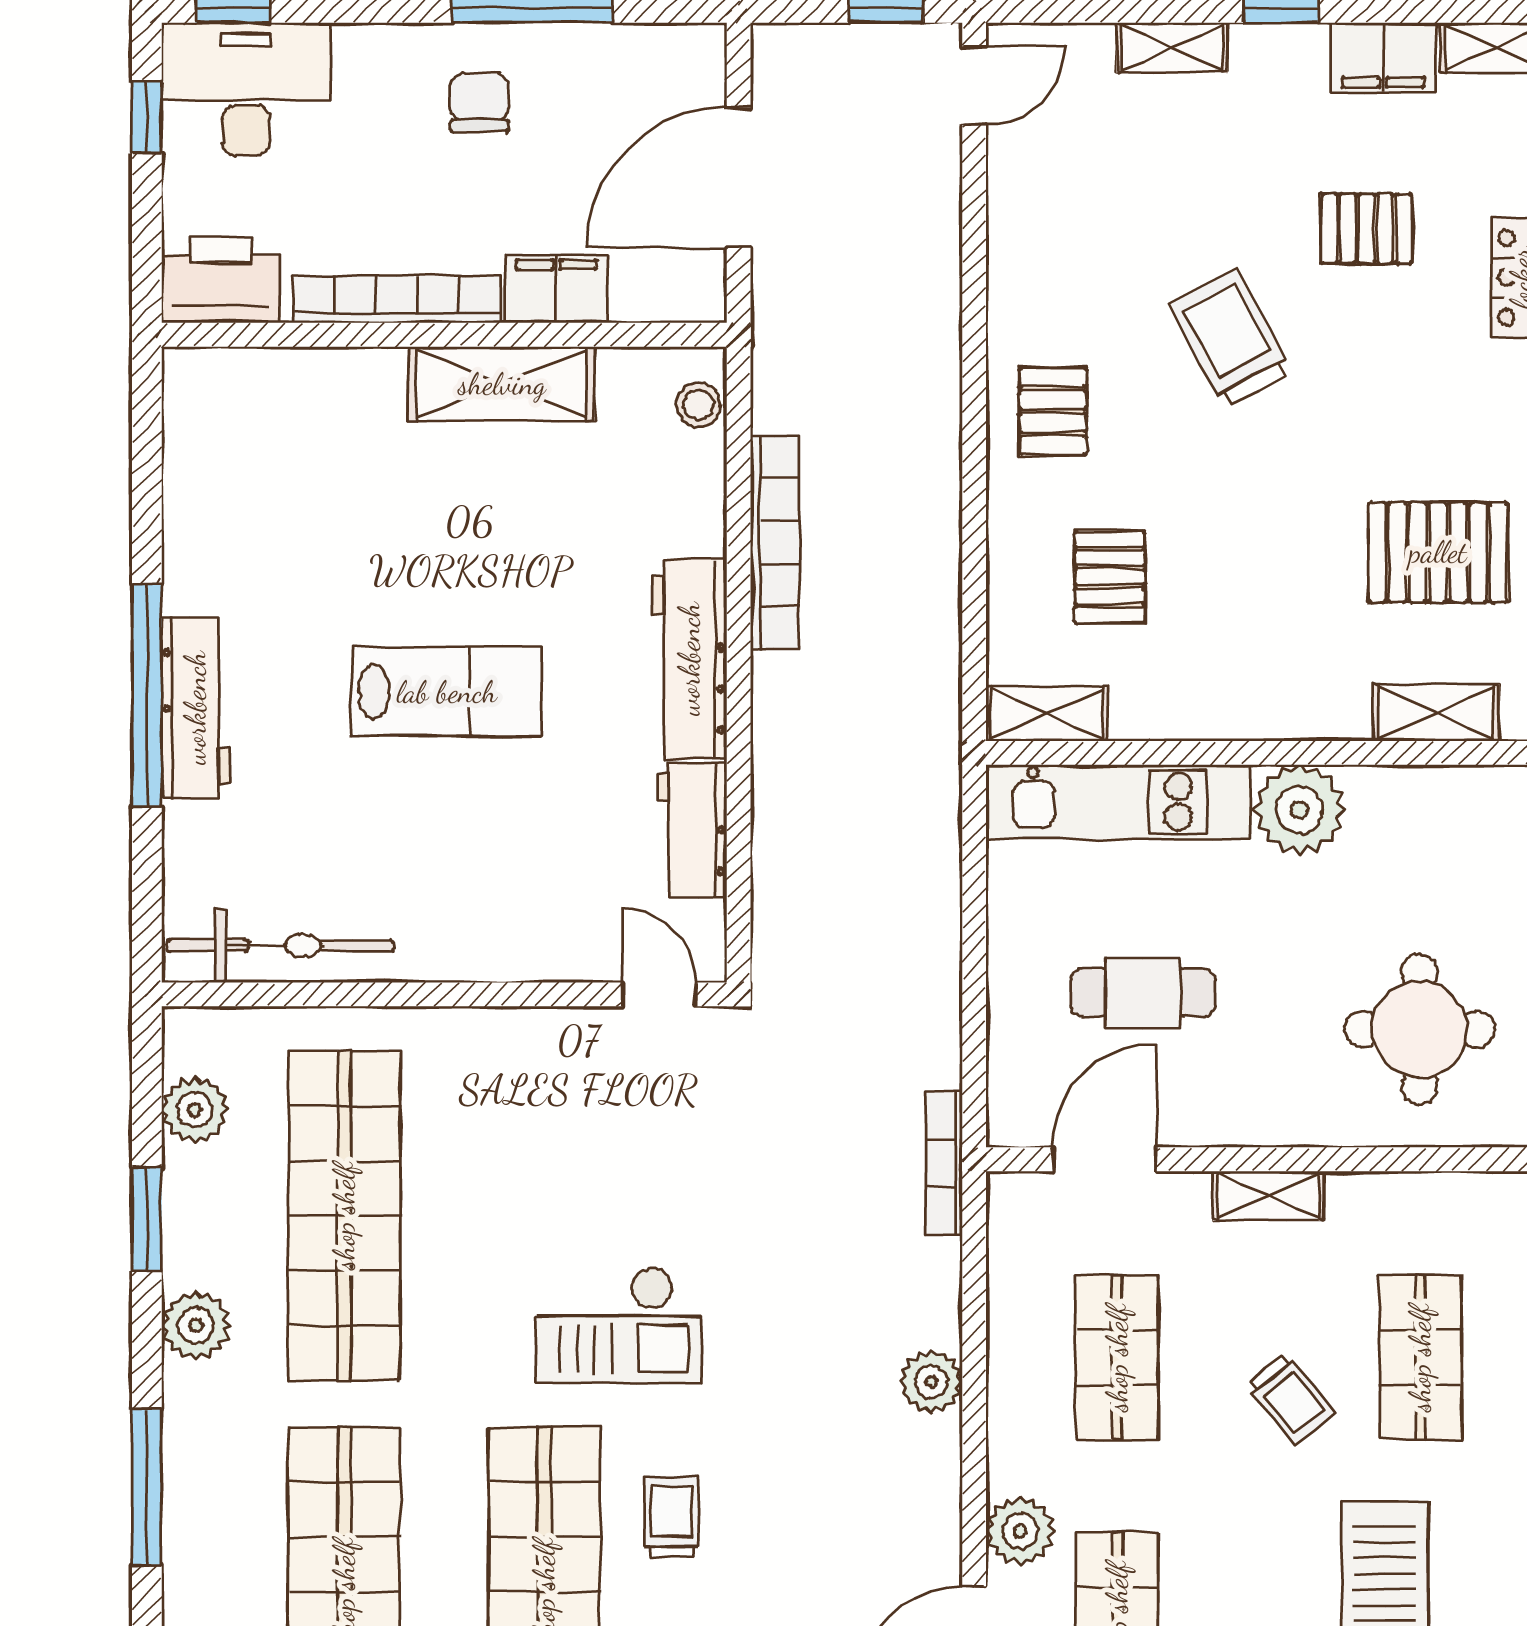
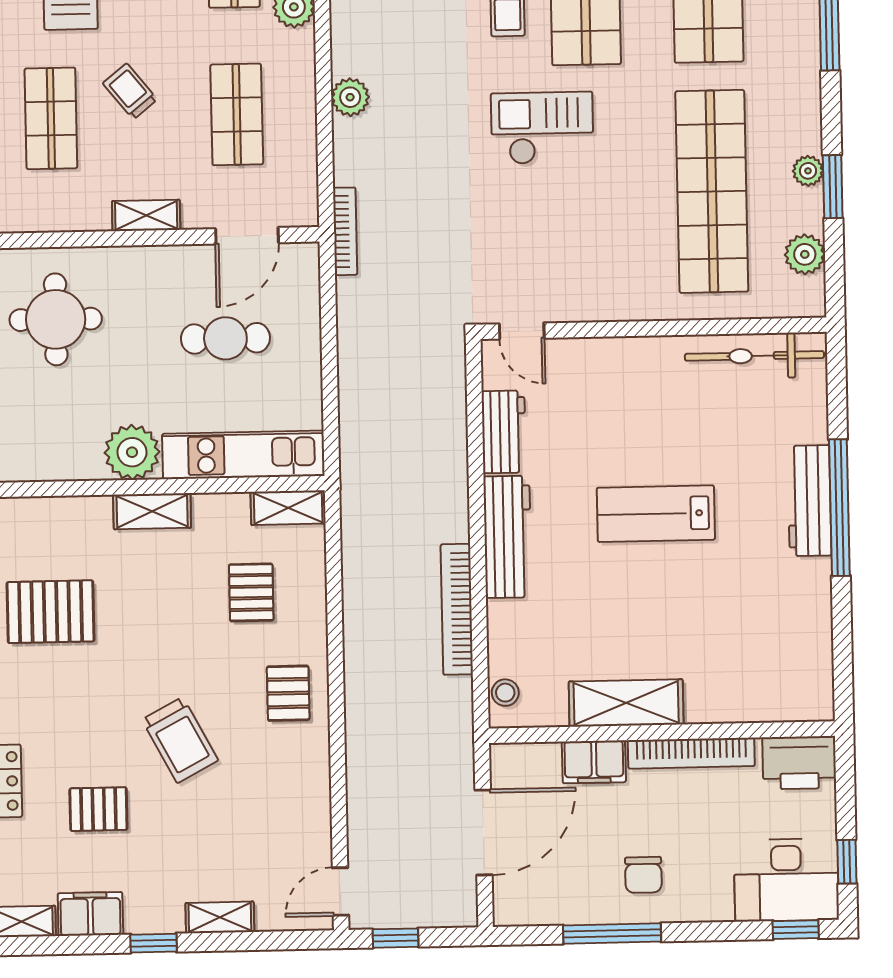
shelving: (1436, 713) -> (152, 511), moved
plant: (196, 1326) -> (808, 171), moved, width x0.73, depth x0.73

